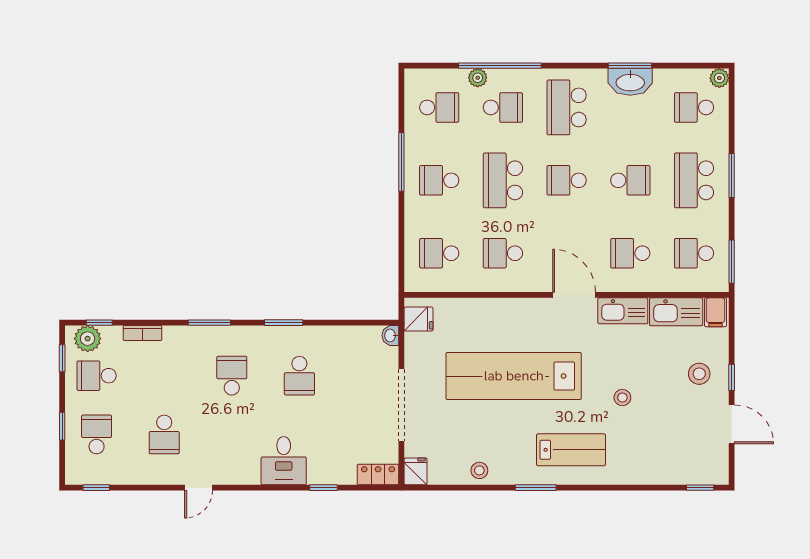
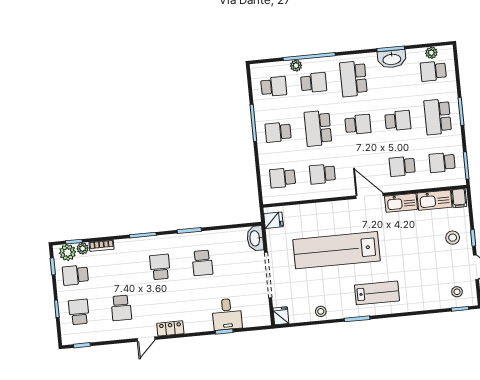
plant: (719, 78) -> (431, 53), moved
school desk: (567, 180) -> (358, 124), turned 180
plant: (112, 335) -> (83, 248), added
washbasin: (390, 335) -> (255, 238), width x1.91, depth x1.45
stool: (622, 398) -> (457, 292), moved
desk: (284, 461) -> (227, 314), moved
locker: (378, 474) -> (170, 328), moved

